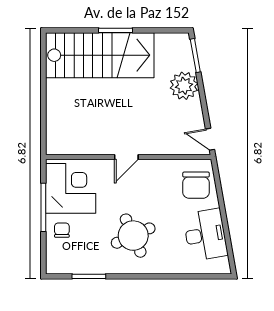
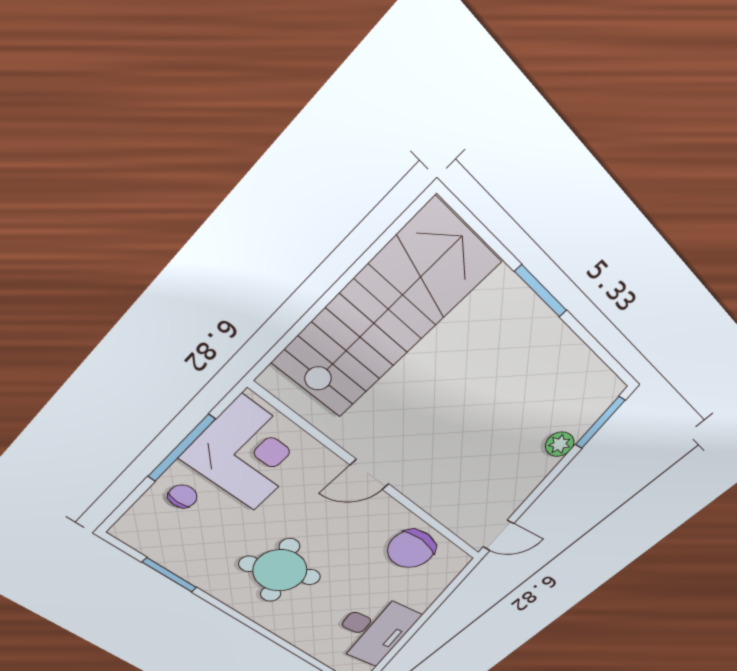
stairs: (100, 55) -> (384, 313), moved, turned -90
plant: (184, 86) -> (560, 444), width x0.53, depth x0.53
door: (210, 139) -> (498, 535), swing flipped
chair: (196, 185) -> (411, 549), moved

